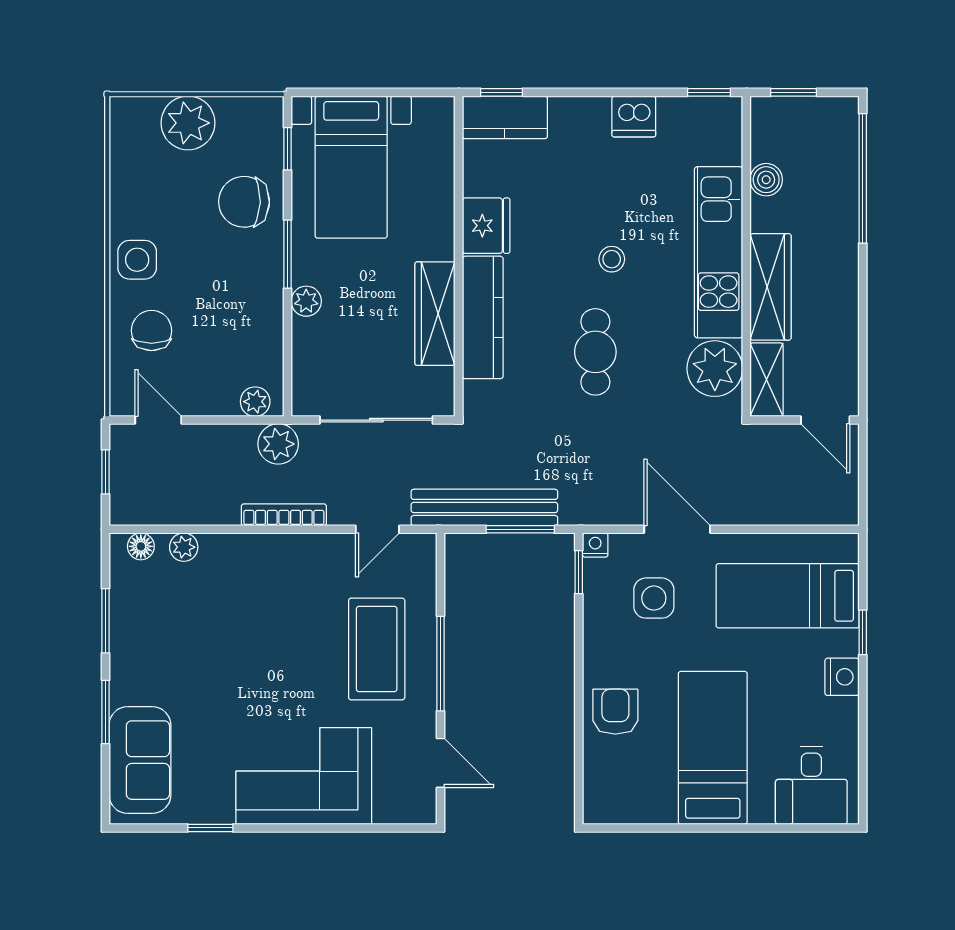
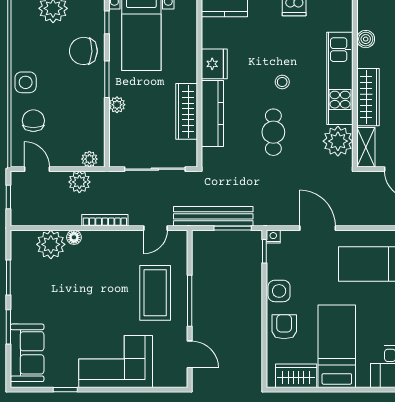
plant: (278, 444) -> (79, 182), moved
floor lamp: (141, 546) -> (74, 237), moved
plant: (184, 547) -> (51, 244), width x1.88, depth x1.88
side table: (654, 598) -> (279, 291), moved
wardrobe: (637, 802) -> (296, 376), added

